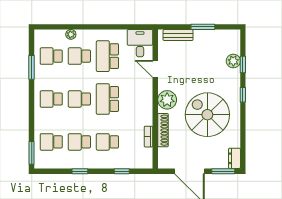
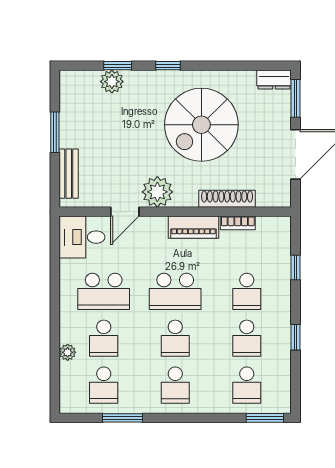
plant: (167, 100) -> (157, 192), moved
piano: (146, 110) -> (193, 227), added

